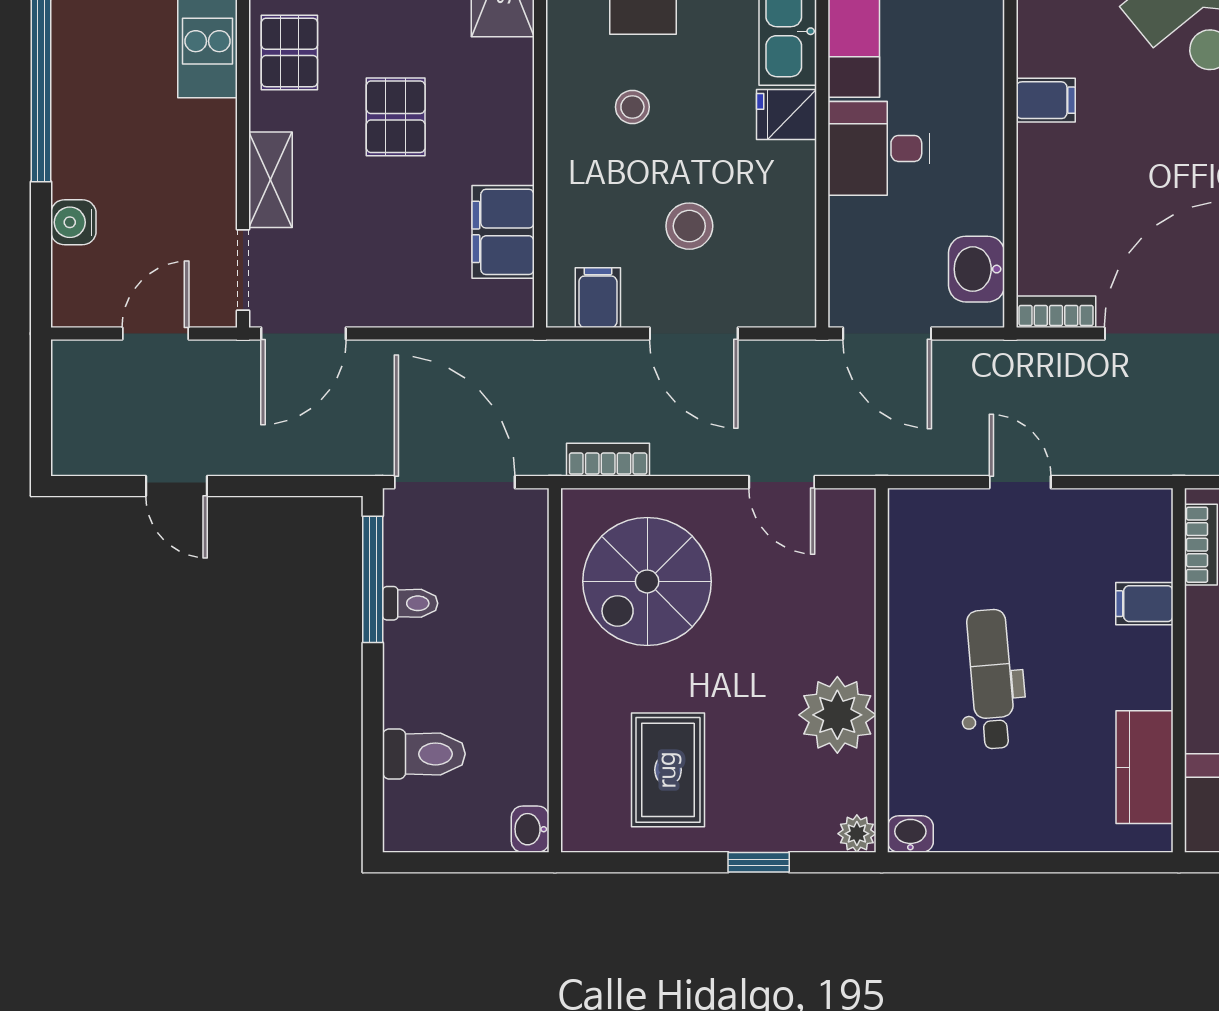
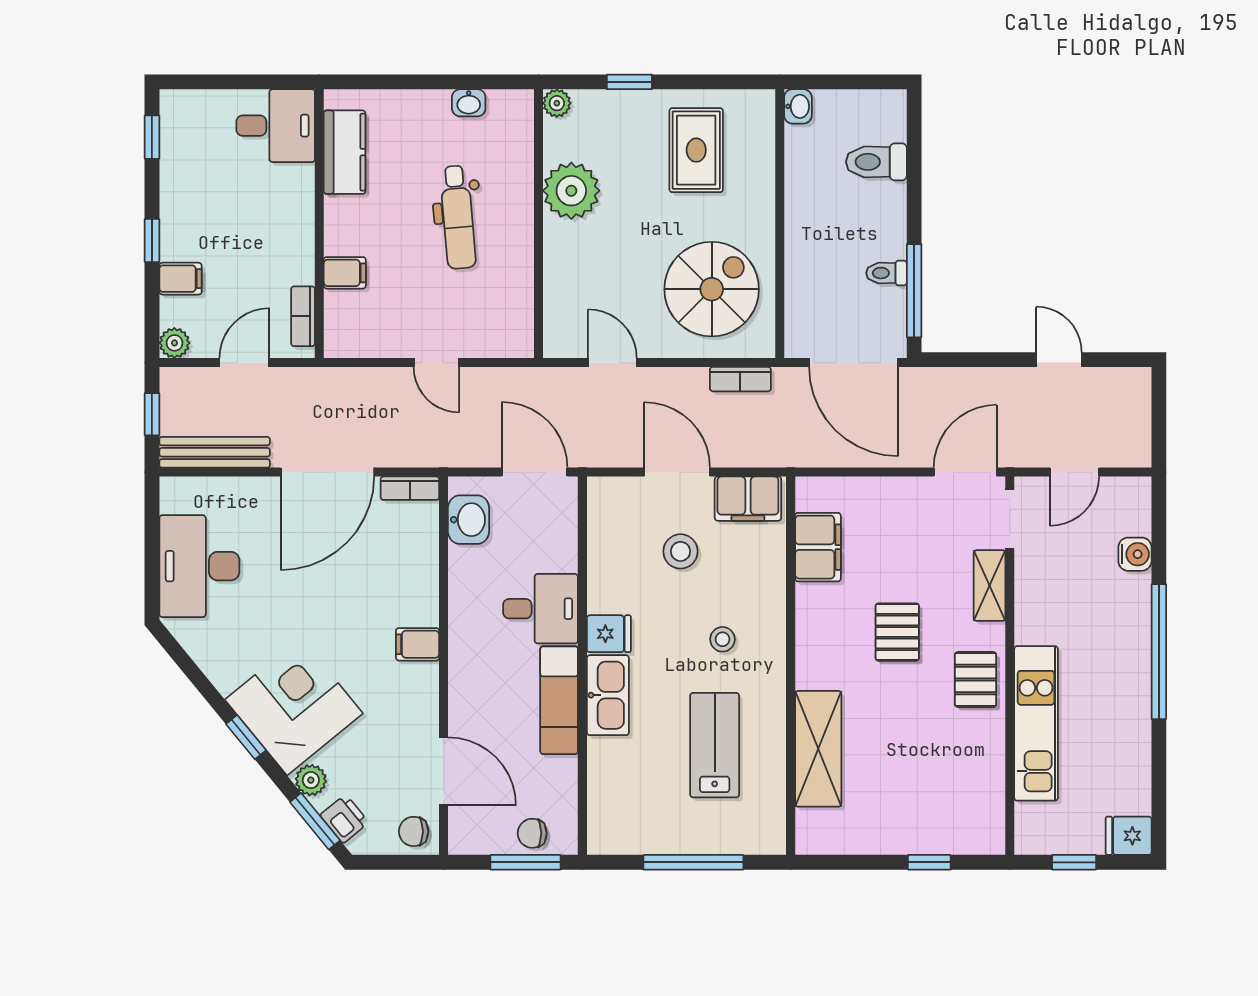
filing cabinet: (598, 298) -> (748, 499), width x2.00
washbasin: (910, 834) -> (469, 103), moved

